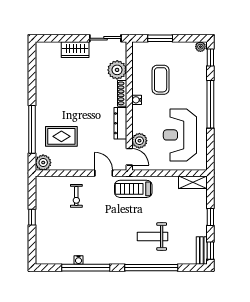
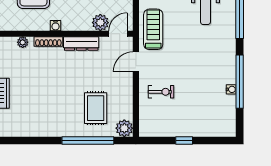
plant: (117, 70) -> (23, 42), width x0.53, depth x0.53
treadmill: (133, 189) -> (153, 29), turned 180

